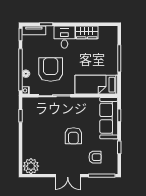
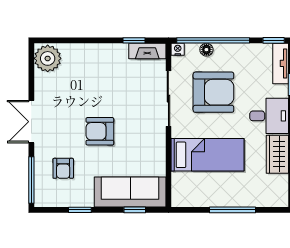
bed: (96, 85) -> (208, 155), moved, turned 90
fireplace: (27, 108) -> (147, 51), added

